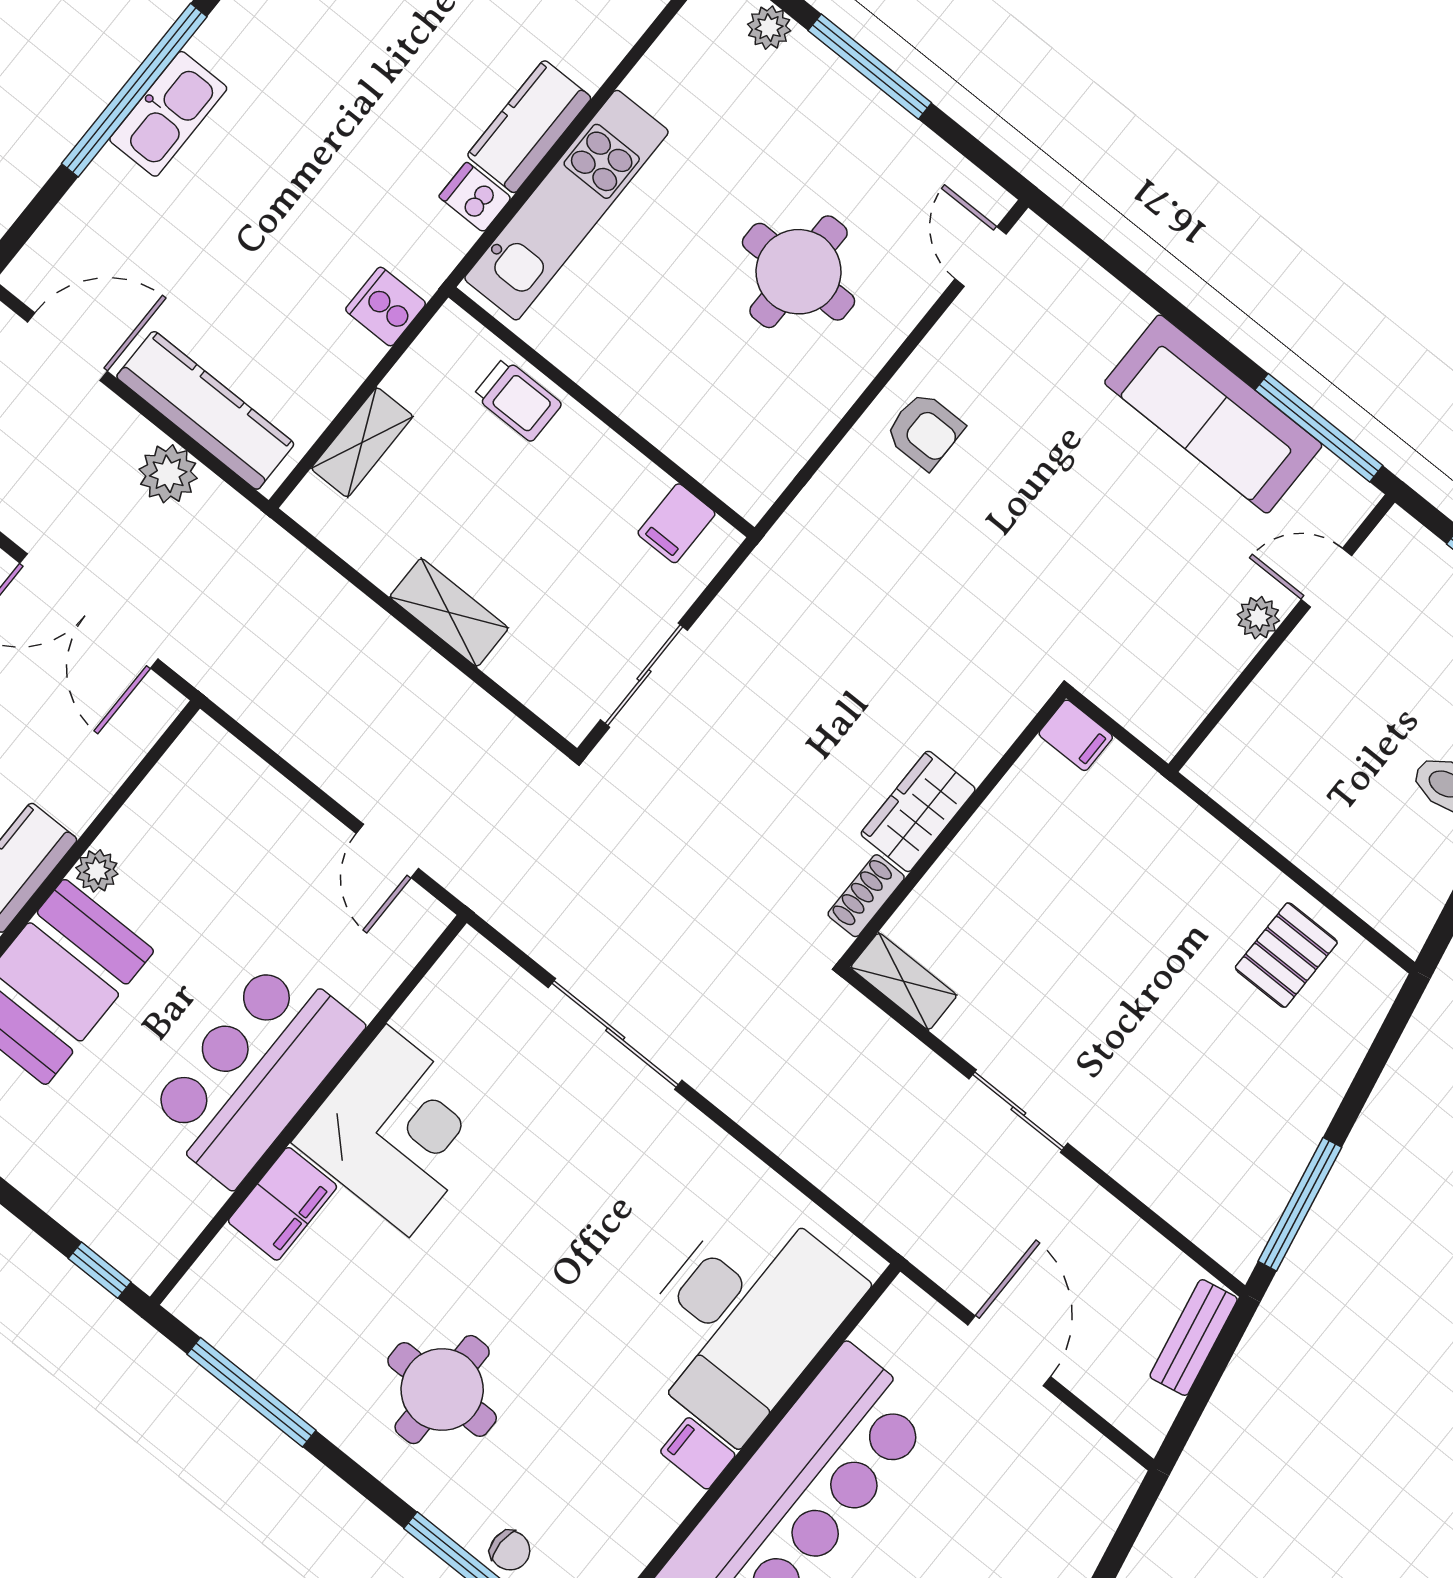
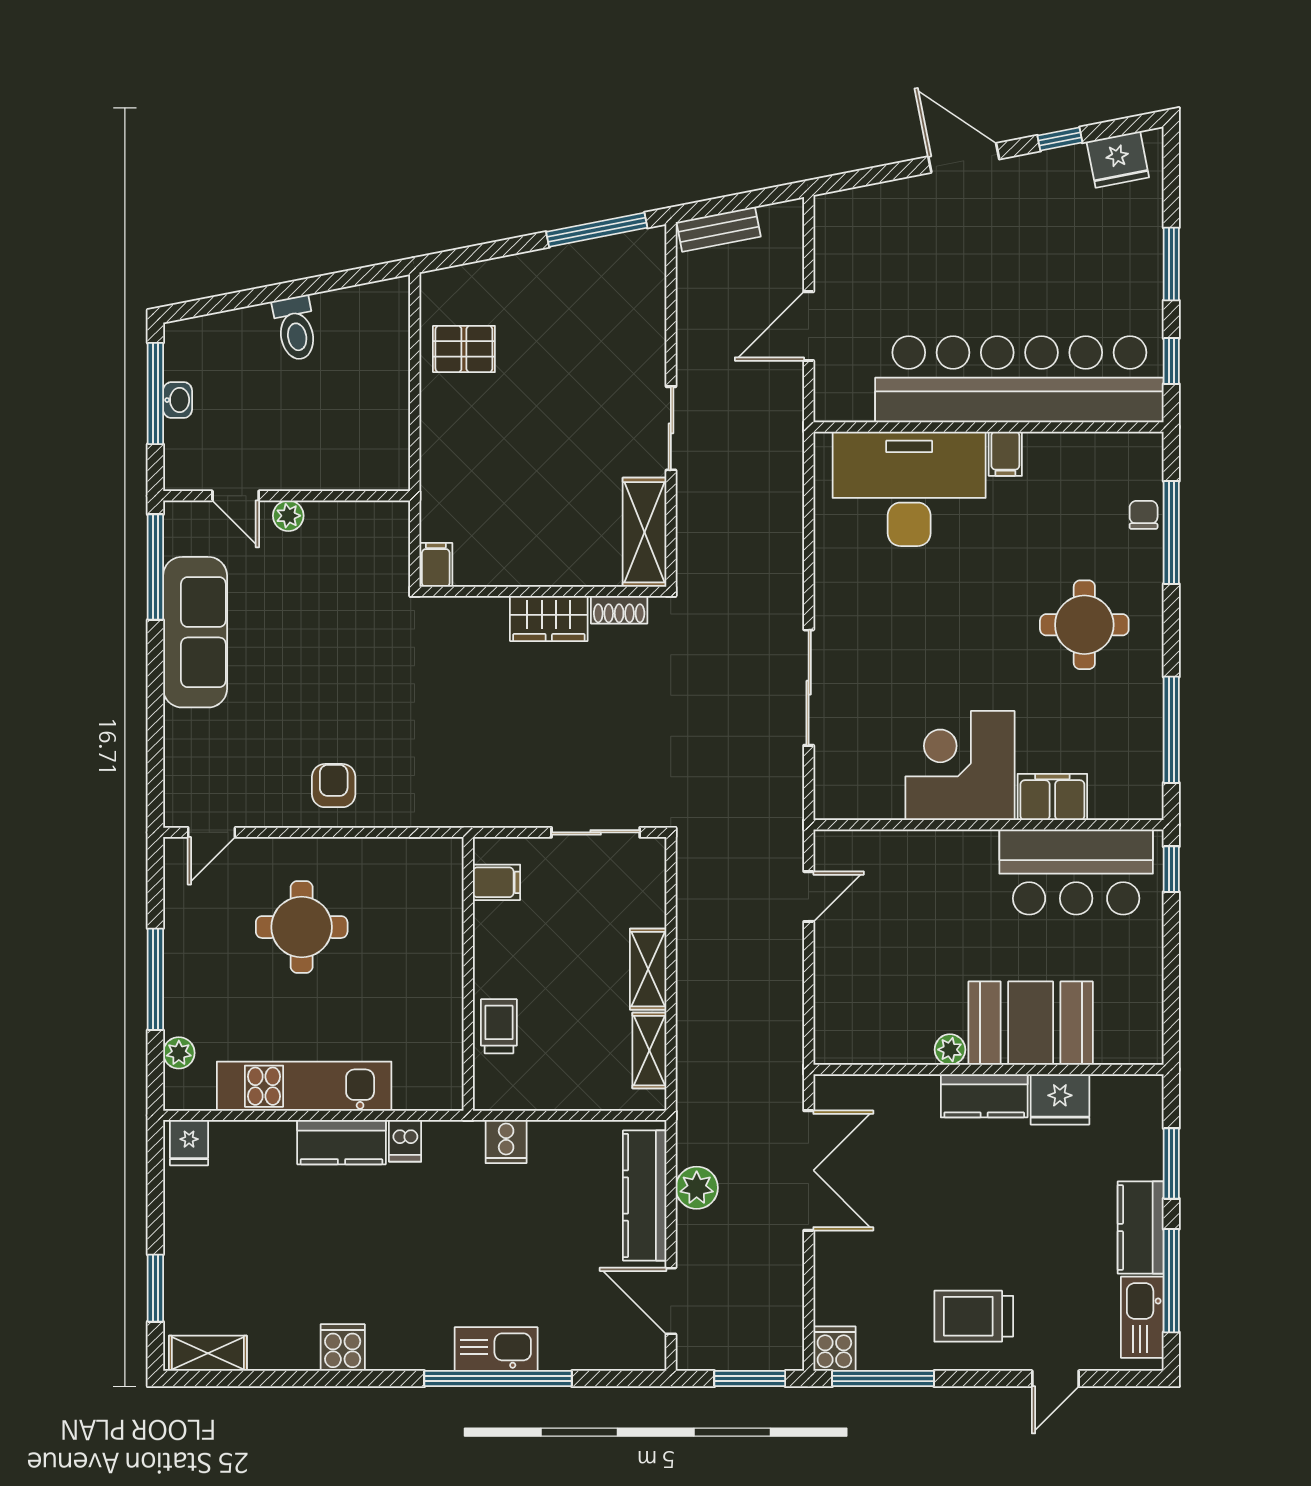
kitchen unit: (566, 205) -> (304, 1086), moved
shelving: (362, 442) -> (649, 1051), moved, turned 90
shelving: (904, 981) -> (645, 532), width x1.50, depth x1.33
bar counter: (254, 1072) -> (1076, 872), moved

